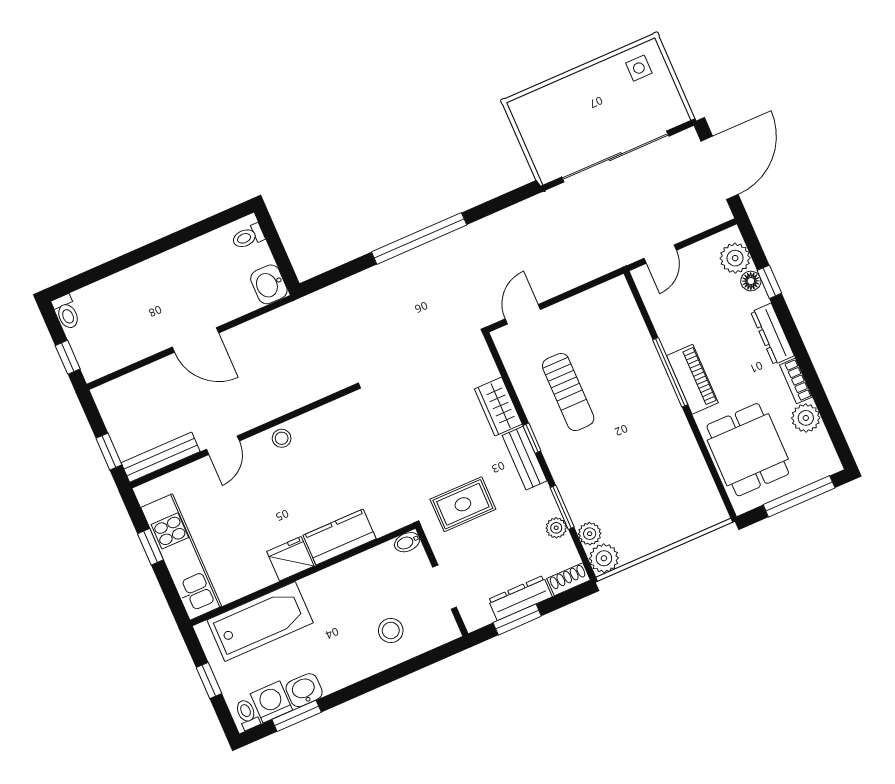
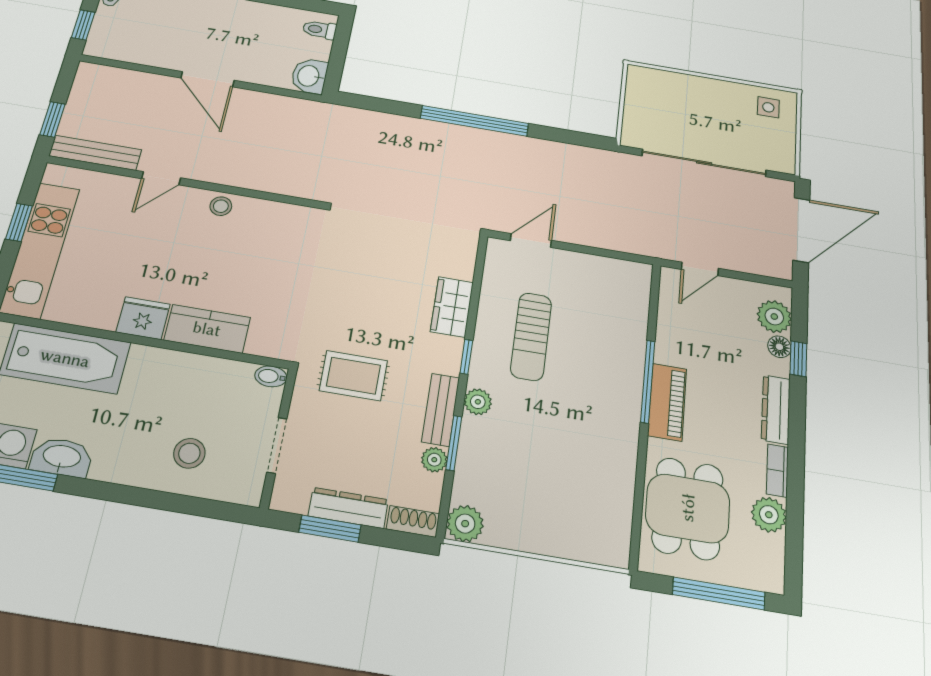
bench: (525, 458) -> (441, 410), moved
plant: (590, 534) -> (478, 402), moved
washbasin: (304, 690) -> (62, 457), width x1.38

